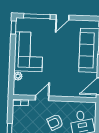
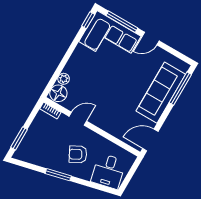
corner sofa: (29, 52) -> (110, 39), moved, turned 90
floor lamp: (20, 88) -> (58, 93), added

